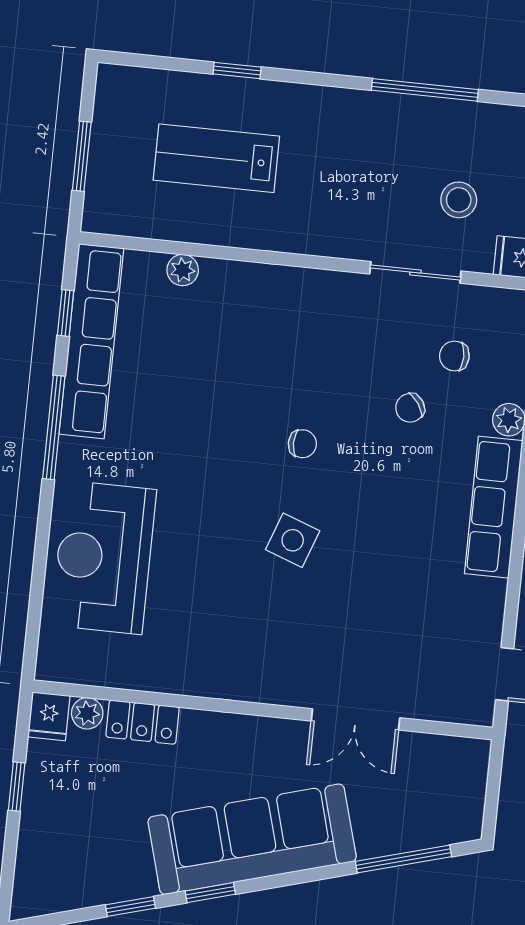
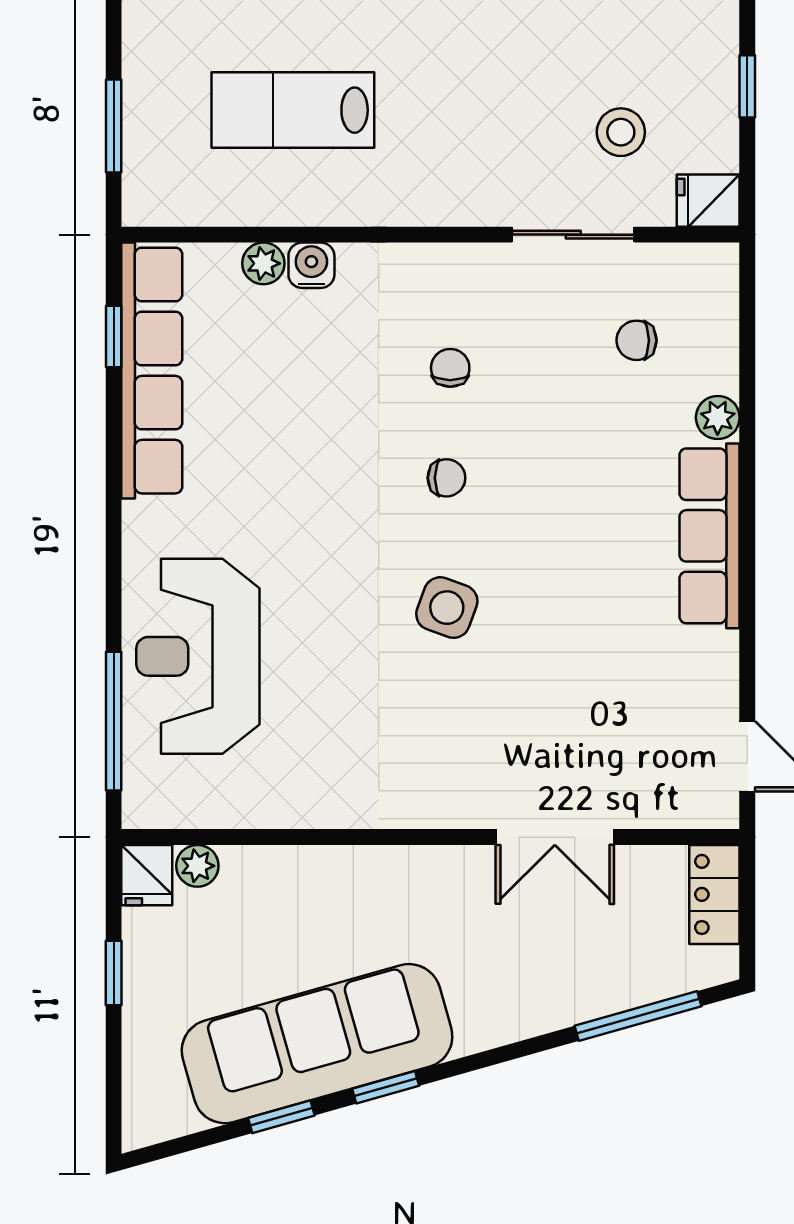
water cooler: (218, 275) -> (311, 265), added
chair: (410, 408) -> (450, 368), moved, turned 124
window: (54, 427) -> (114, 721), moved
locker: (143, 722) -> (714, 894), moved, turned 90
sofa: (252, 839) -> (317, 1044), moved

